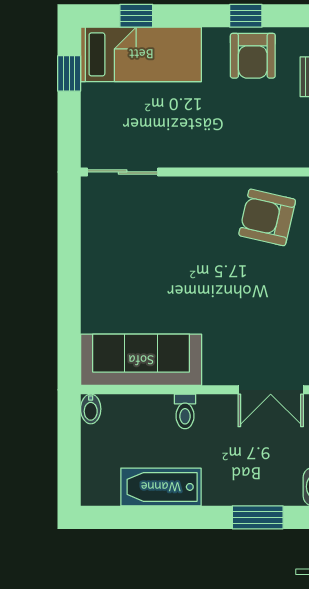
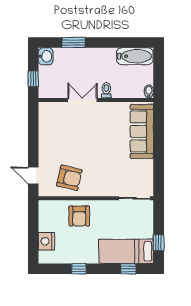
armchair: (253, 56) -> (79, 216), moved, turned 180
sofa: (141, 360) -> (142, 131), moved, turned 90
double door: (271, 390) -> (82, 100), moved
bathtub: (161, 487) -> (135, 56), moved

